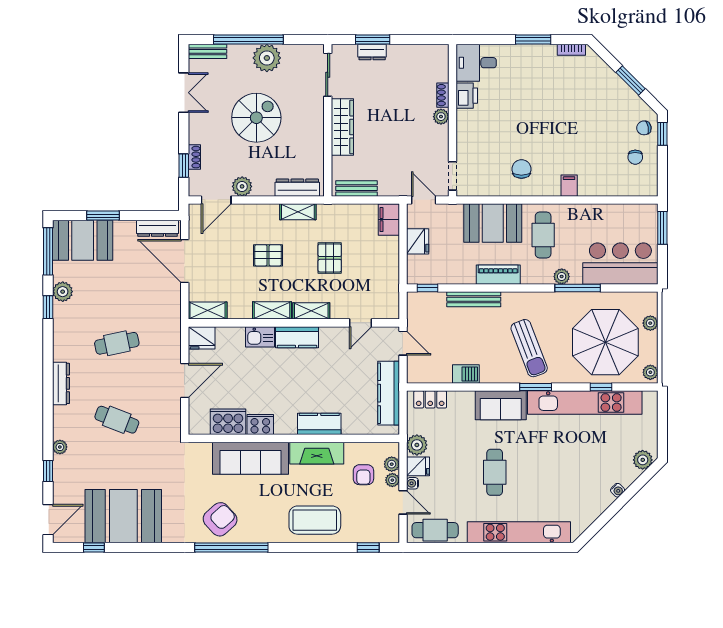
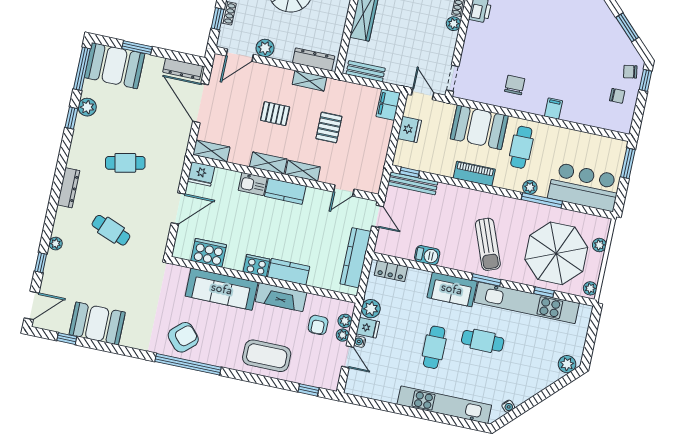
chair: (635, 157) -> (617, 96), turned -90
bench: (474, 299) -> (413, 183), moved
cooker: (260, 425) -> (256, 266), moved
water cooler: (618, 490) -> (508, 406), moved
booth: (123, 516) -> (97, 323), width x0.73, depth x0.70
cafe table: (435, 530) -> (483, 341), moved

